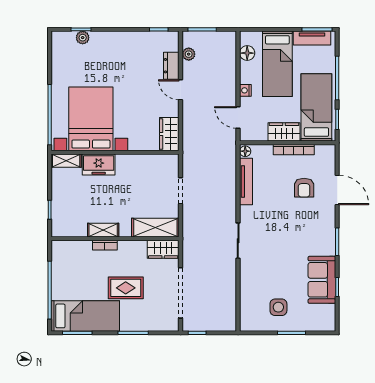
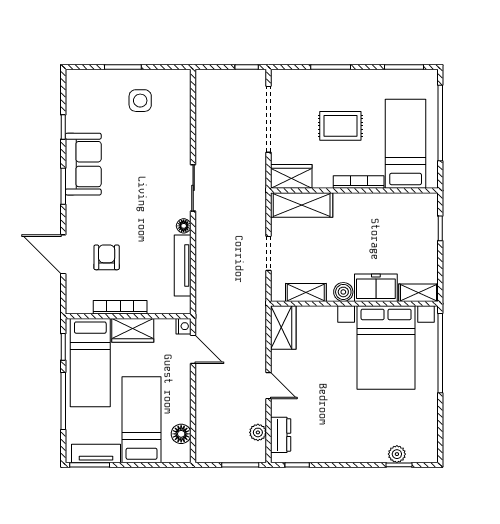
dresser: (171, 66) -> (281, 435), moved
nightstand: (245, 90) -> (184, 326), moved
floor lamp: (245, 151) -> (184, 226), moved
boiler: (124, 161) -> (343, 292), added
shelving: (103, 230) -> (306, 292), moved
bookcase: (105, 245) -> (359, 182), width x1.56
sofa: (322, 280) -> (83, 164), moved
bed: (85, 316) -> (406, 144), moved, turned 90

